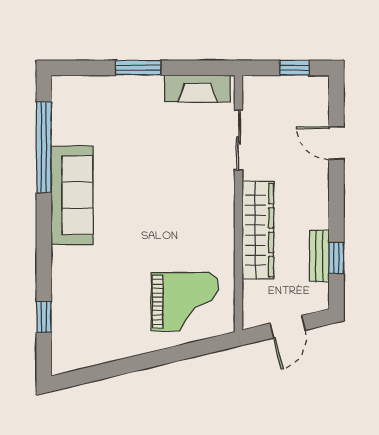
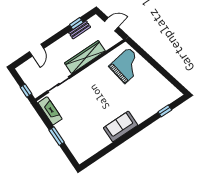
window: (295, 68) -> (26, 91), moved
window: (44, 147) -> (106, 150), removed
sofa: (72, 195) -> (121, 126), width x0.73
grand piano: (185, 302) -> (127, 66), turned 81

